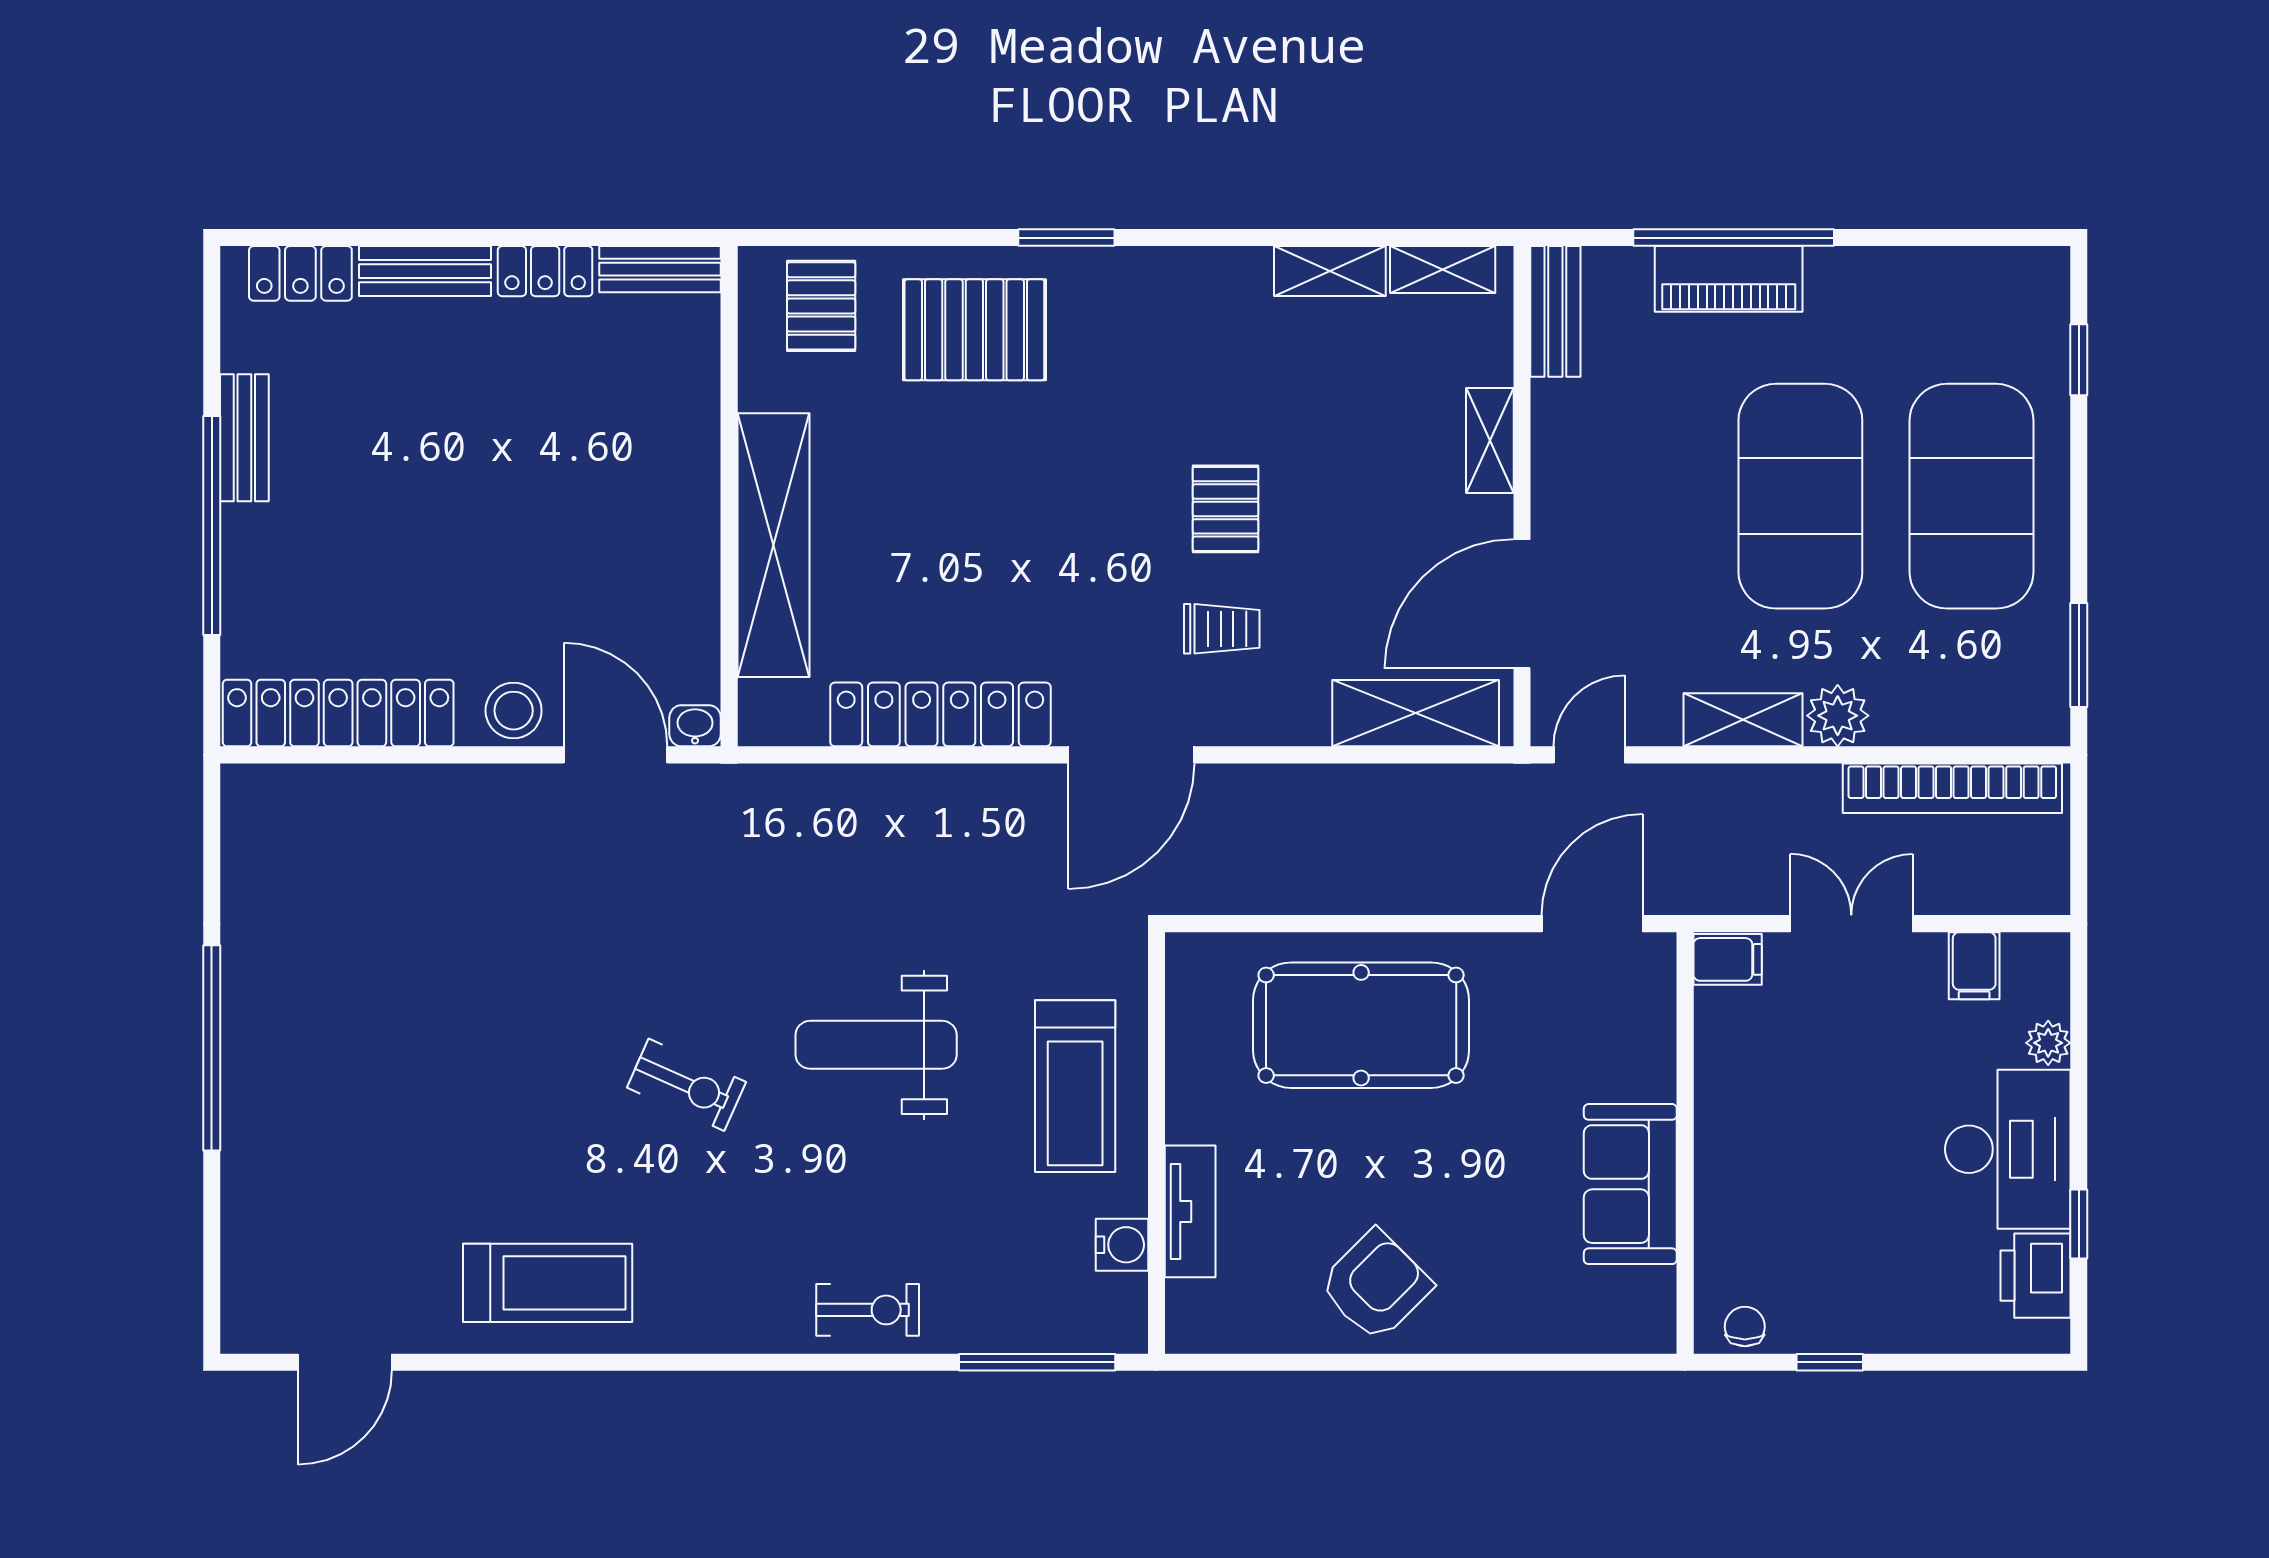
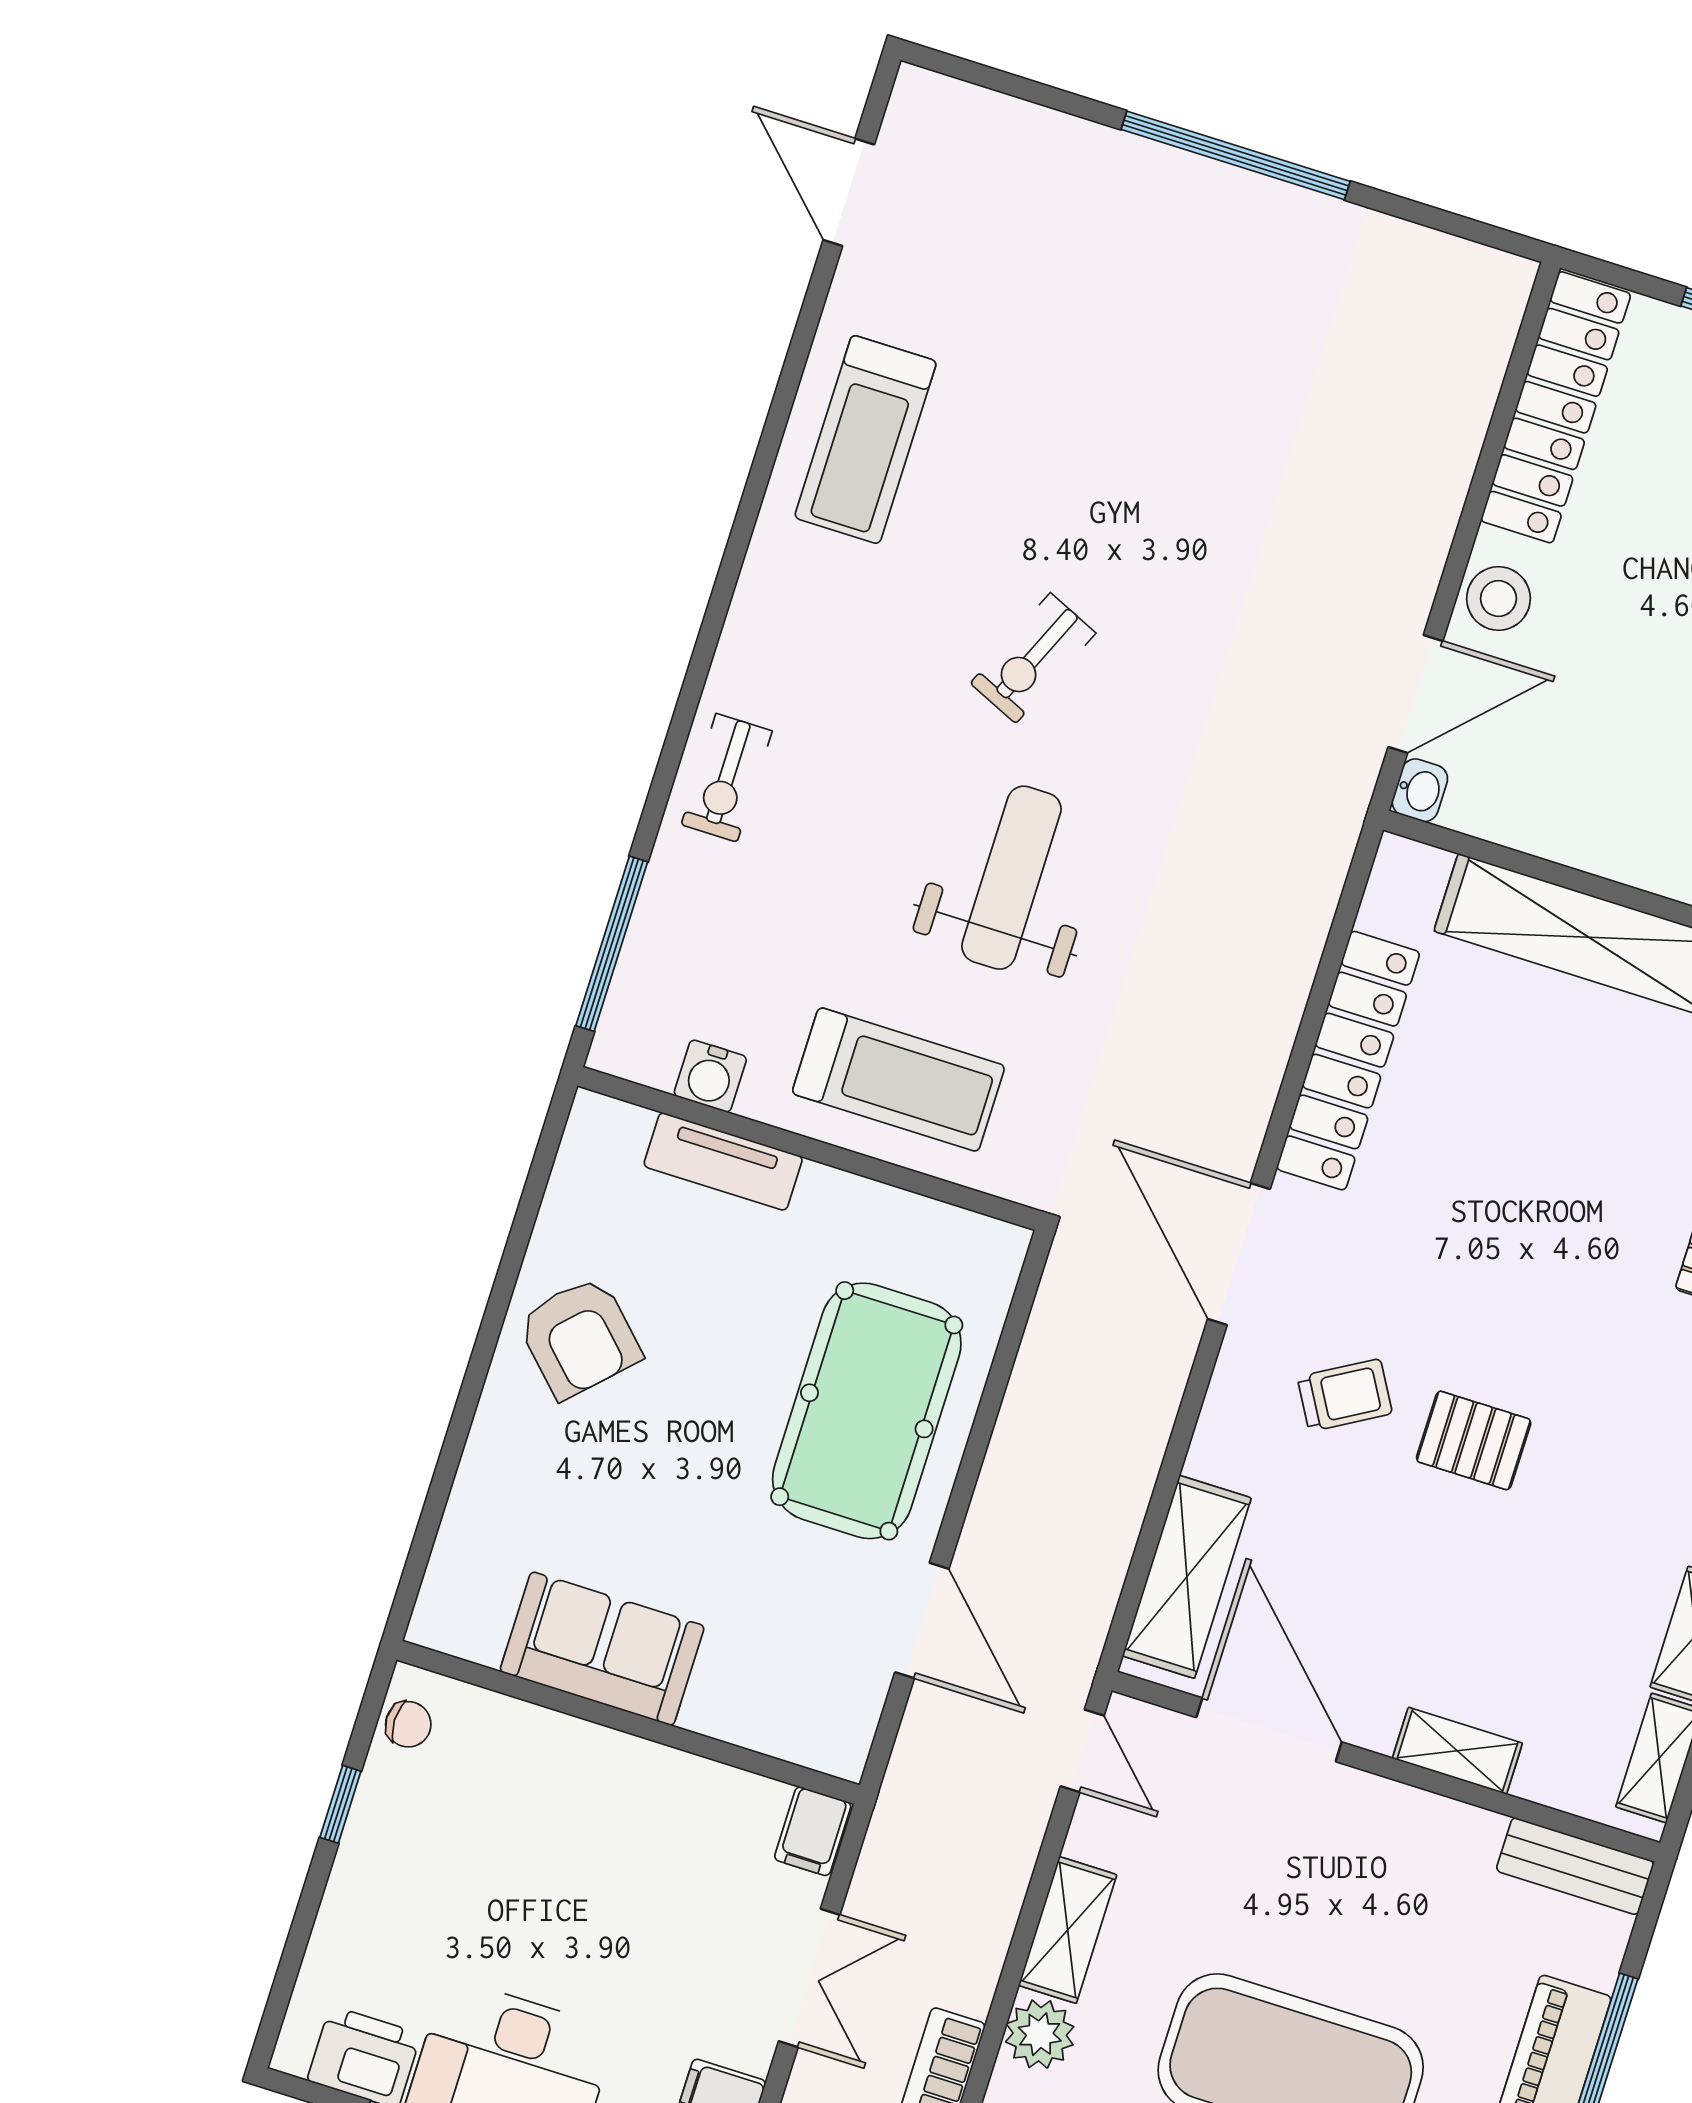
trolley: (1222, 629) -> (1345, 1395), turned -120
door: (1592, 924) -> (922, 1621), moved
treadmill: (1075, 1086) -> (898, 1080), turned 180

